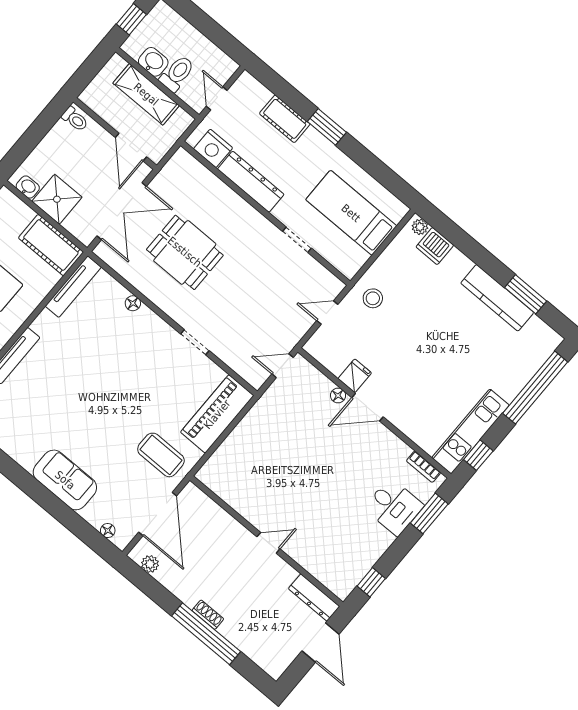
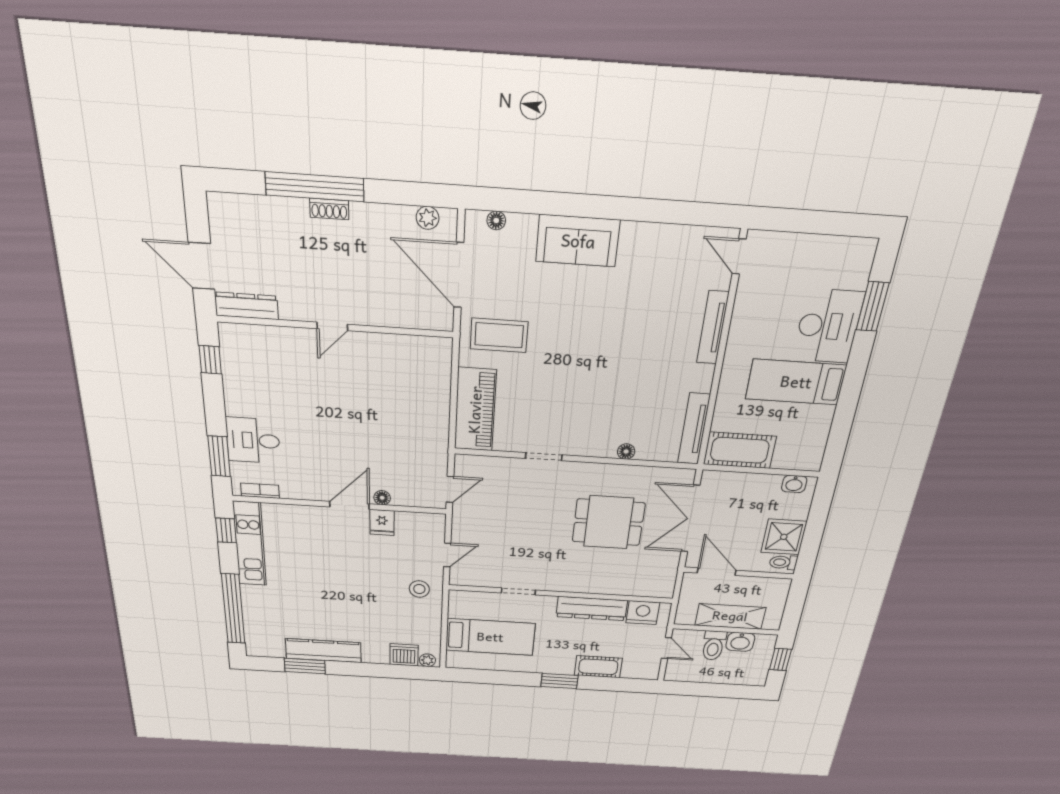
shower: (57, 199) -> (784, 537), moved

